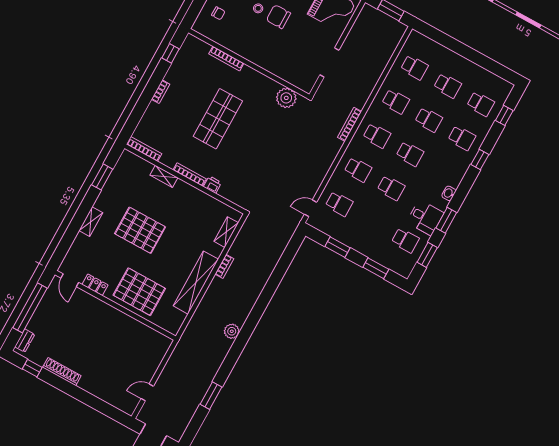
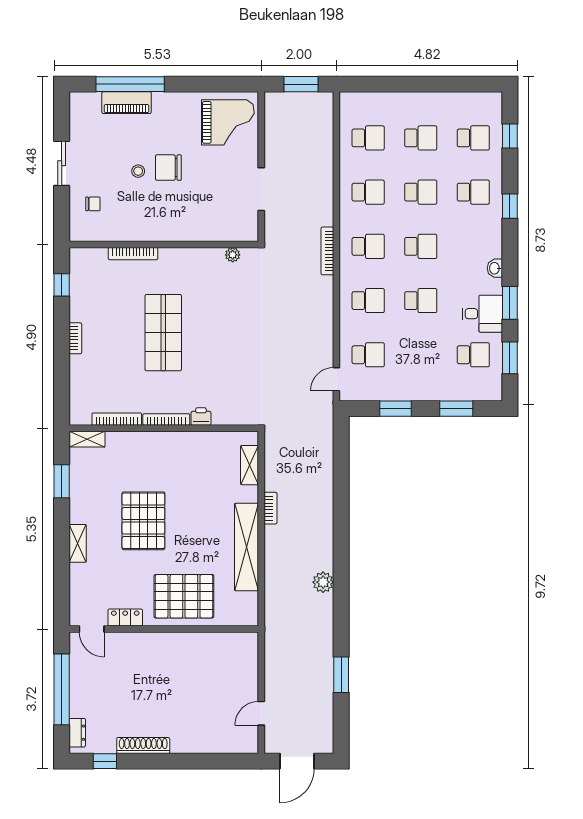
plant: (286, 98) -> (233, 255), width x0.53, depth x0.53
bookcase: (144, 149) -> (117, 419), moved
shelving: (164, 176) -> (87, 439), moved
pallet: (140, 230) -> (143, 521), turned 90

